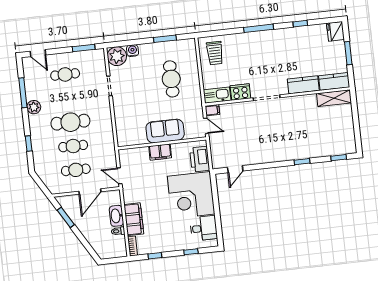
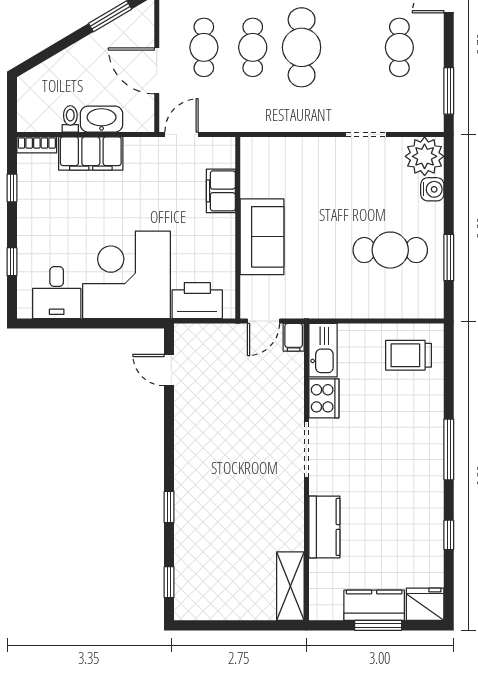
cafe table: (171, 79) -> (390, 250), moved
kitchen counter: (334, 81) -> (374, 605), moved, turned -90
filing cabinet: (160, 152) -> (221, 191), moved

